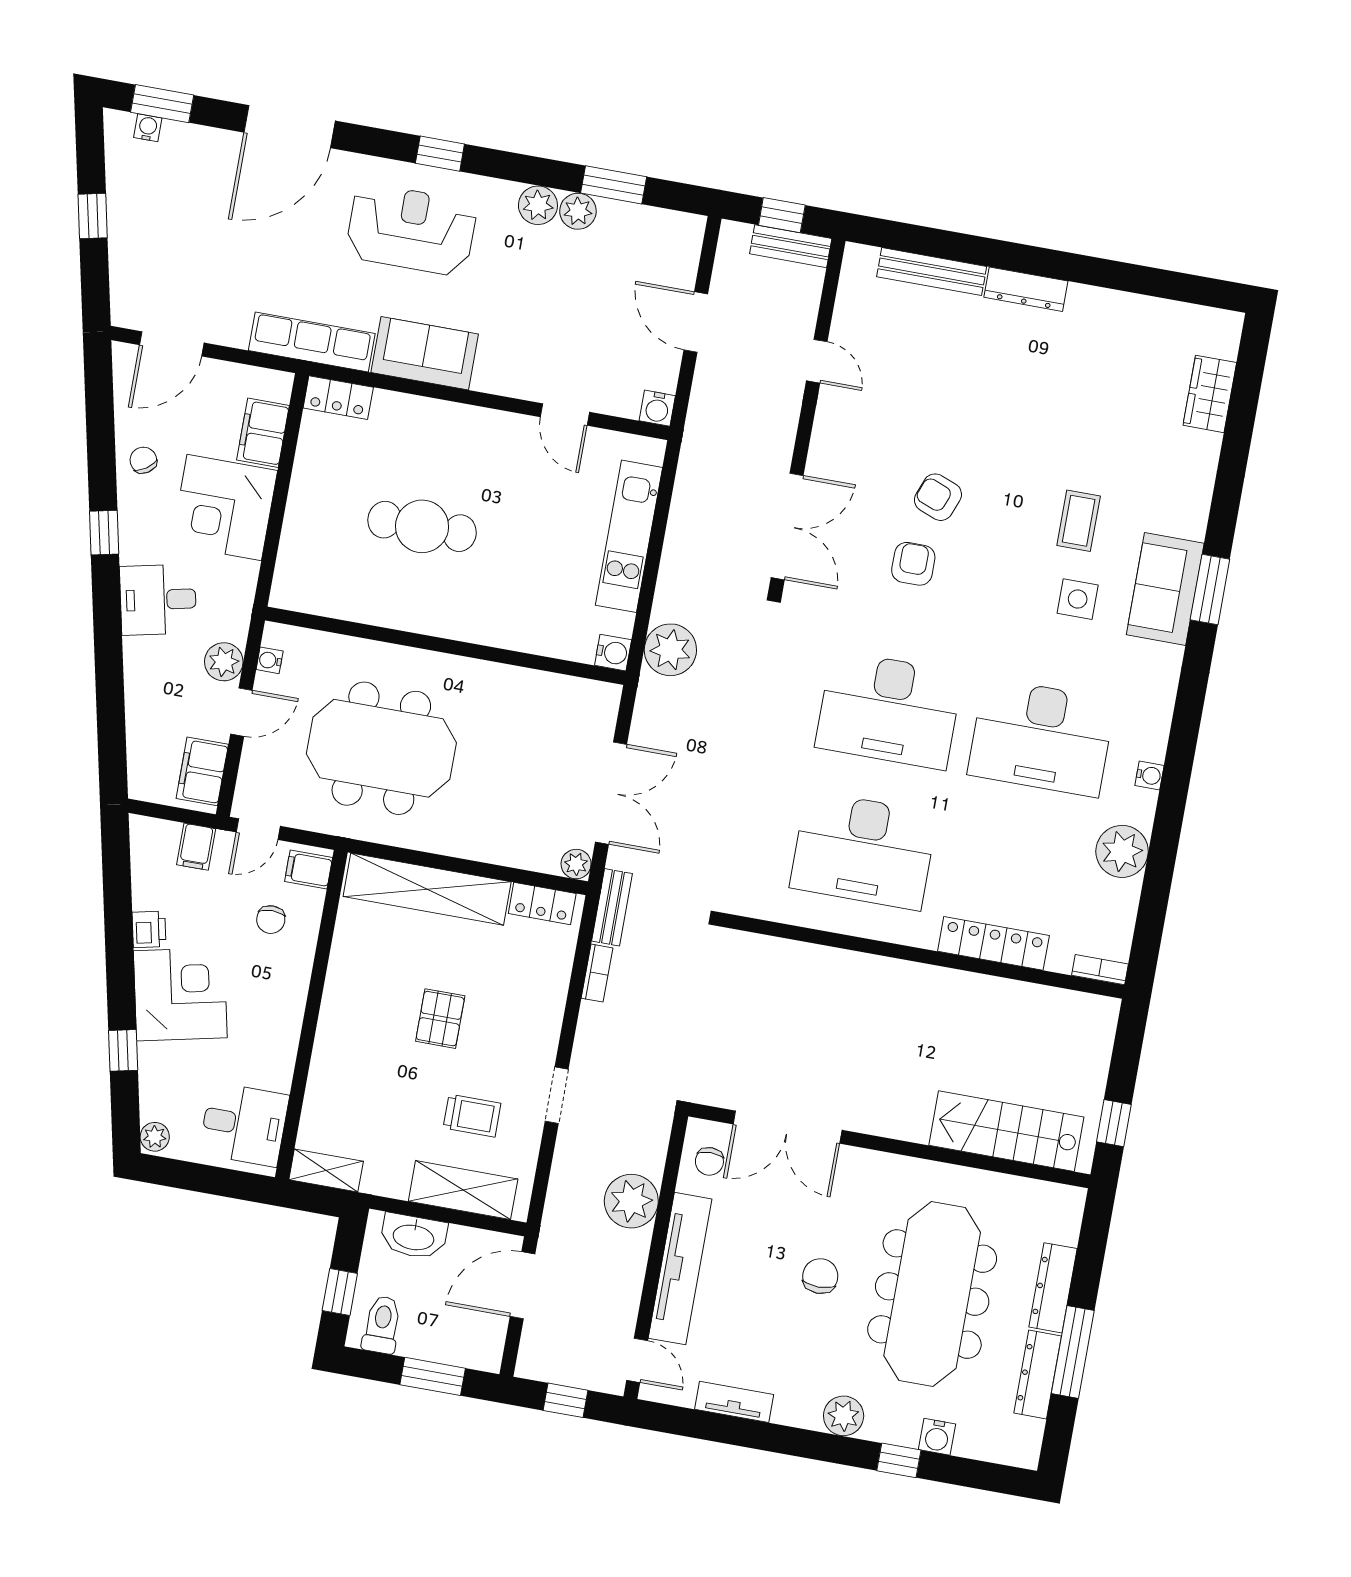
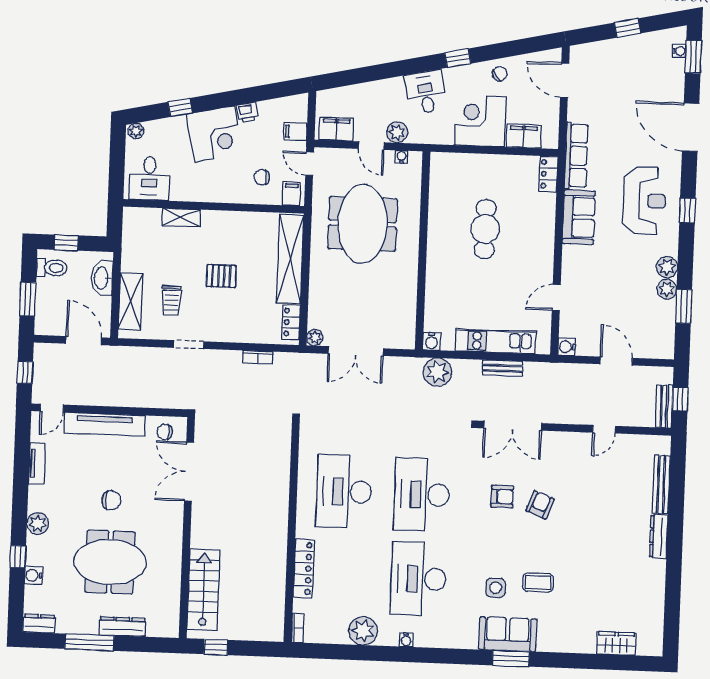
door: (696, 322) -> (616, 361), hinge flipped
bench: (612, 907) -> (503, 368), moved
shelving: (326, 1170) -> (181, 217), moved, turned 90
plant: (631, 1201) -> (137, 393), removed
meeting table: (932, 1294) -> (110, 562), width x0.73
dresser: (1038, 1374) -> (39, 624), moved, width x0.70

